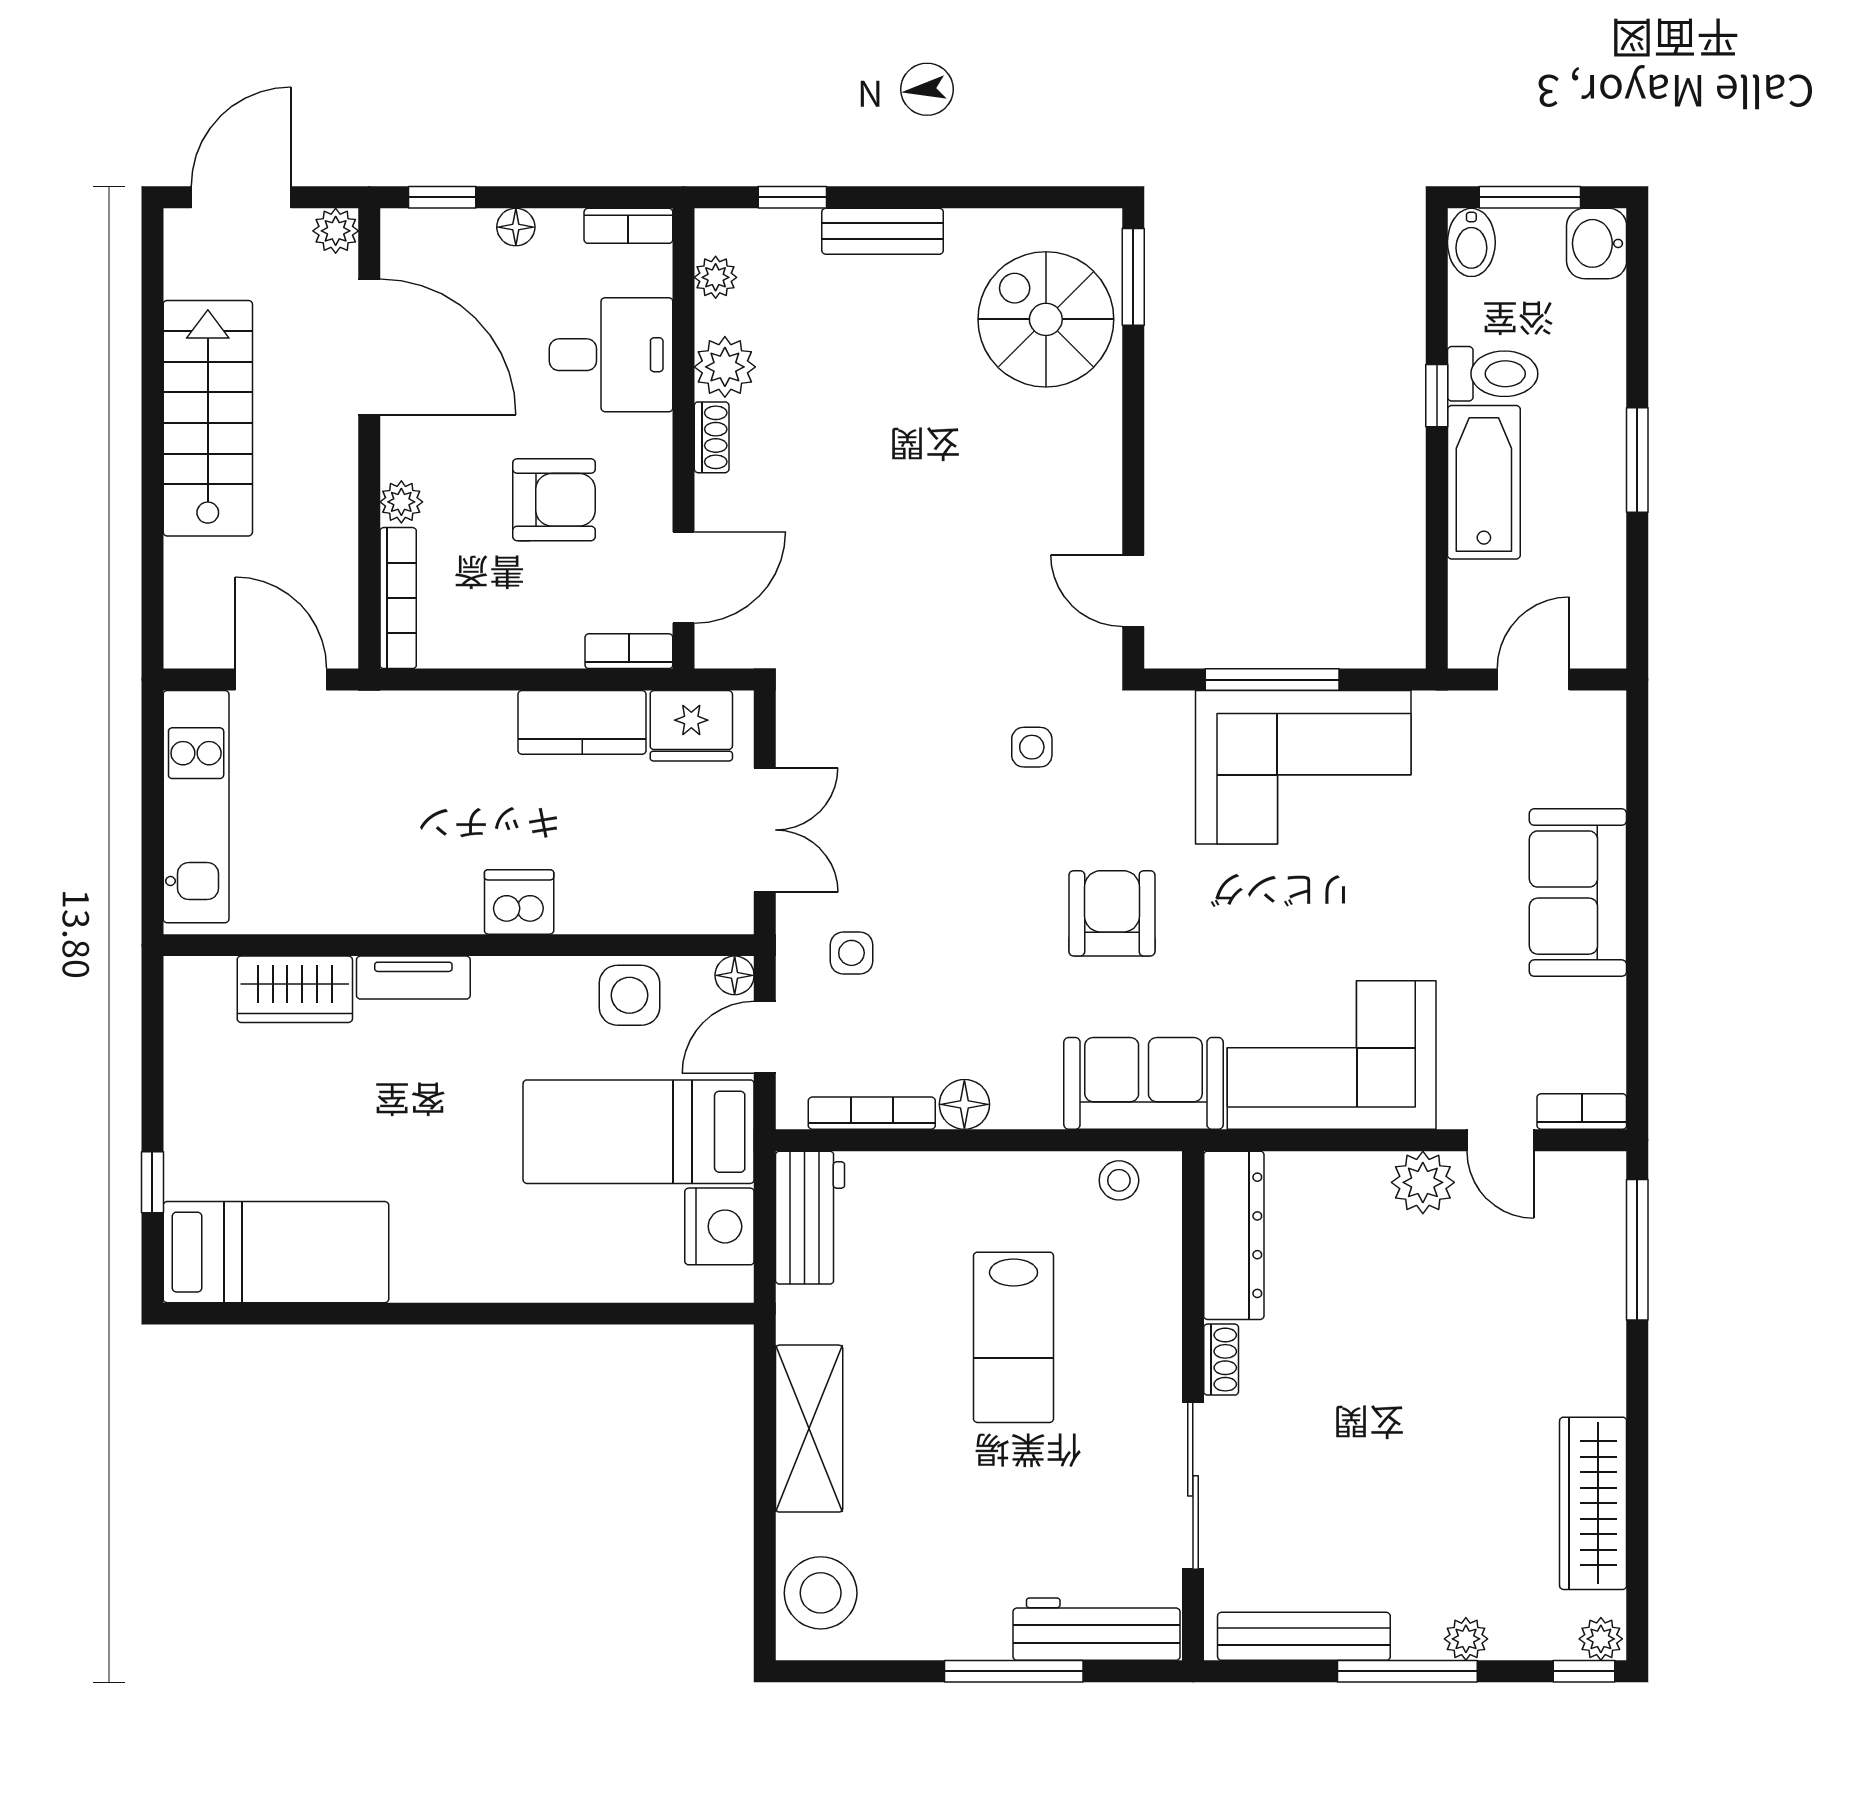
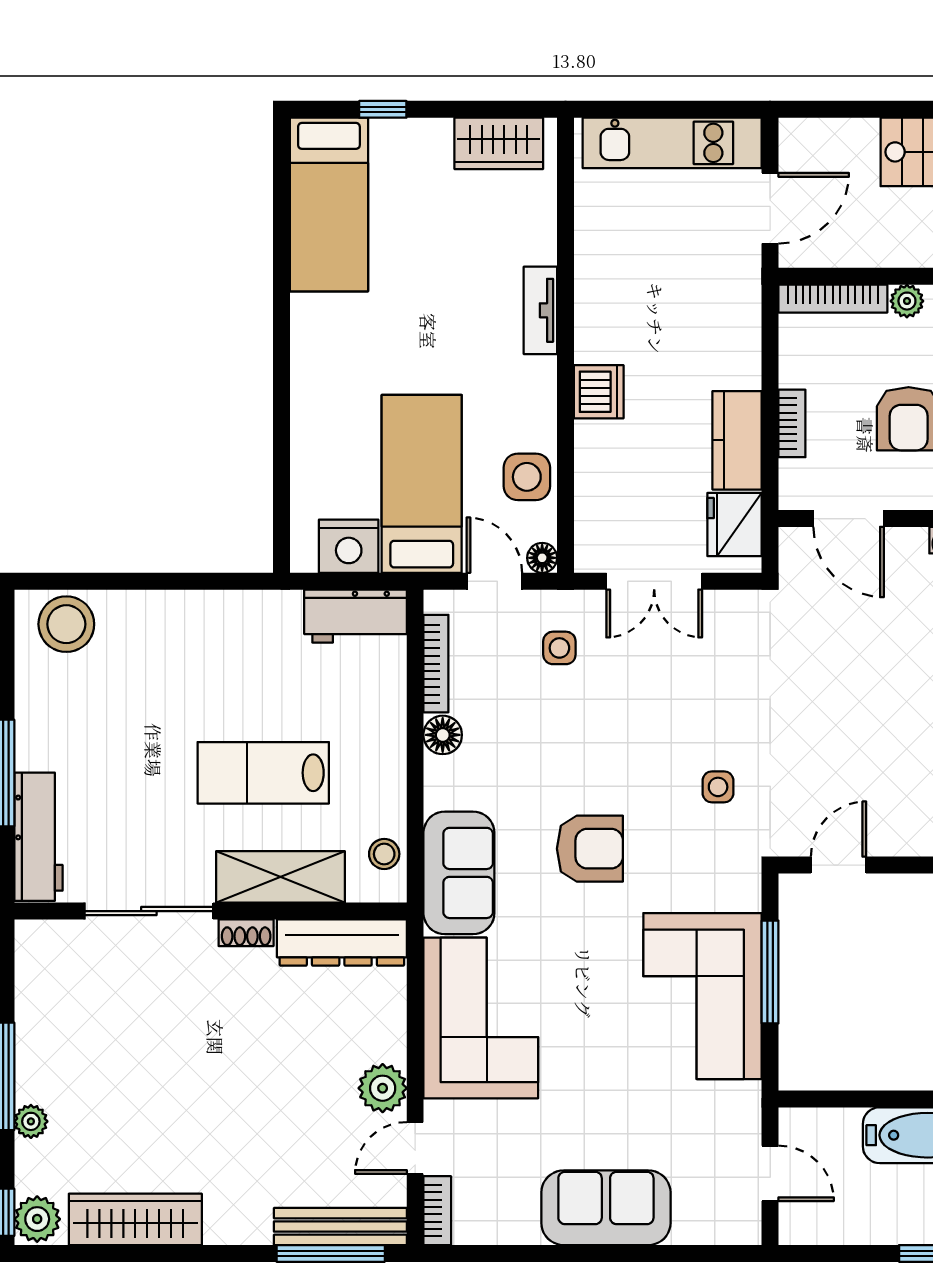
bookcase: (629, 651) -> (792, 423), moved
wardrobe: (295, 989) -> (499, 143), moved, turned -90
shelving: (809, 1429) -> (280, 877), moved
bench: (1304, 1636) -> (340, 1226), moved, turned 90
plant: (1601, 1639) -> (37, 1219), width x1.38, depth x1.38

